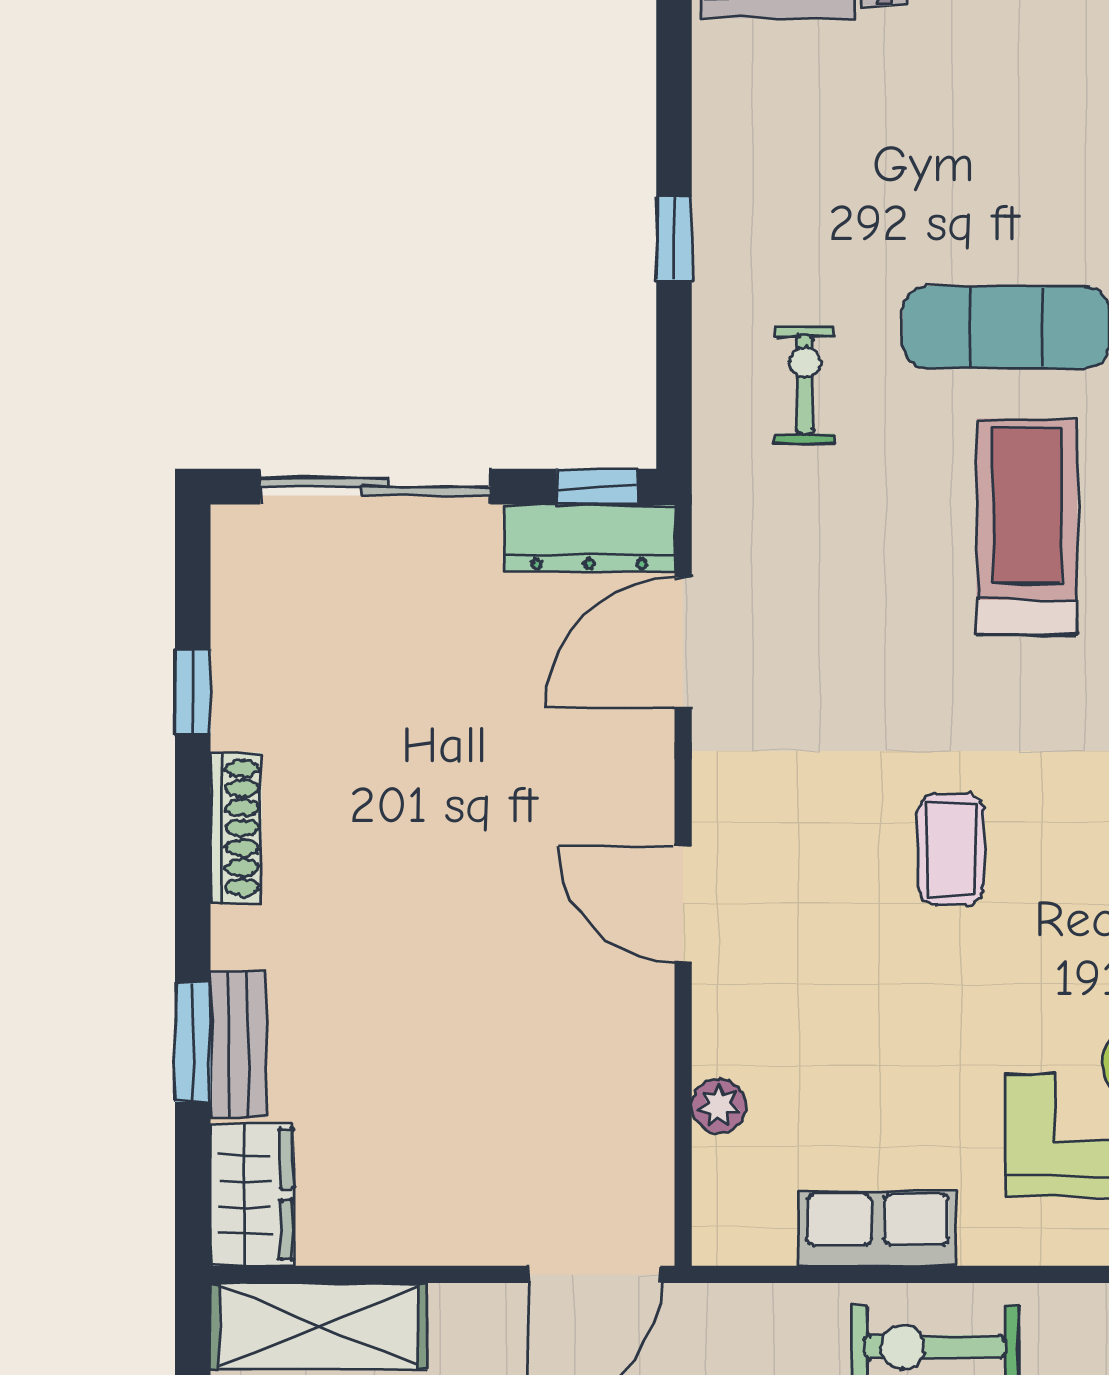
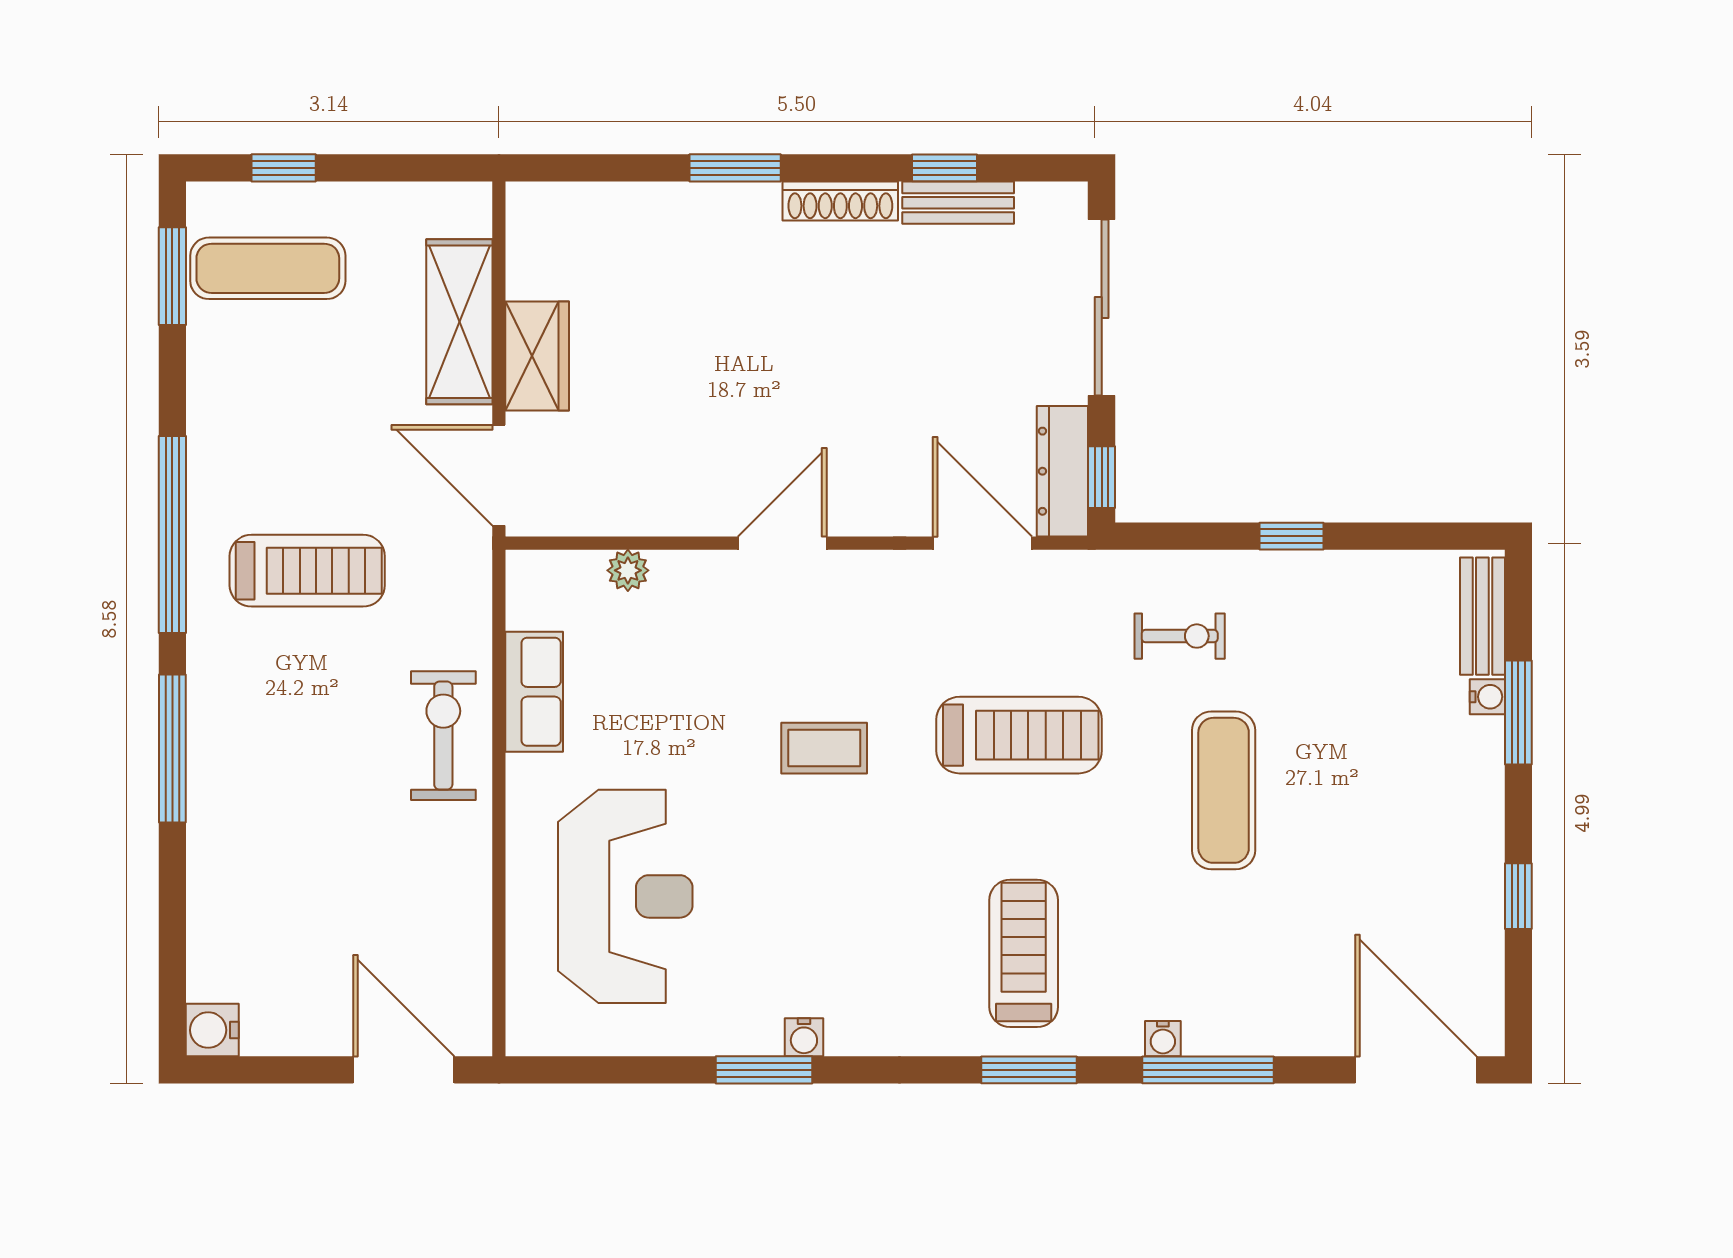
treadmill: (1027, 527) -> (1019, 735), moved
window: (193, 1042) -> (735, 168), moved
bench: (238, 1045) -> (958, 203), moved
wardrobe: (252, 1194) -> (537, 356), moved, turned -90
shelving: (319, 1326) -> (459, 322), moved

